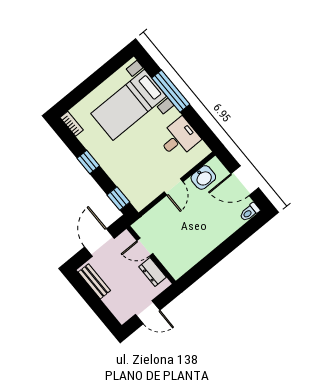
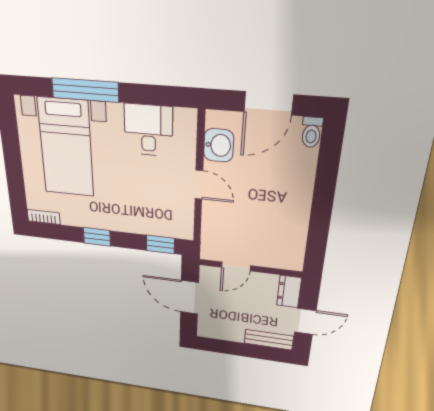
dresser: (153, 272) -> (289, 292), moved, turned 90
bench: (94, 281) -> (269, 340), moved

